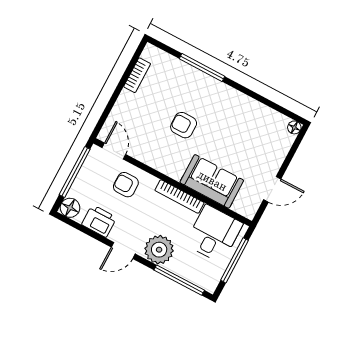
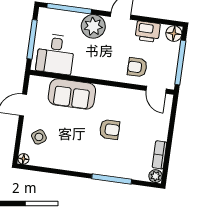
plant: (151, 53) -> (155, 176), added
side table: (267, 146) -> (39, 137), added
armchair: (126, 185) -> (137, 67), turned 180
bookcase: (179, 196) -> (93, 73), removed

